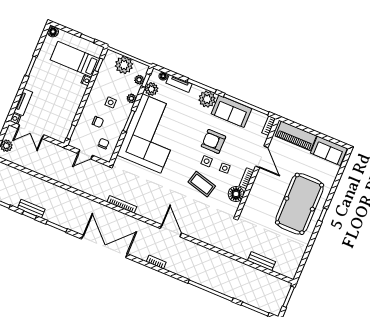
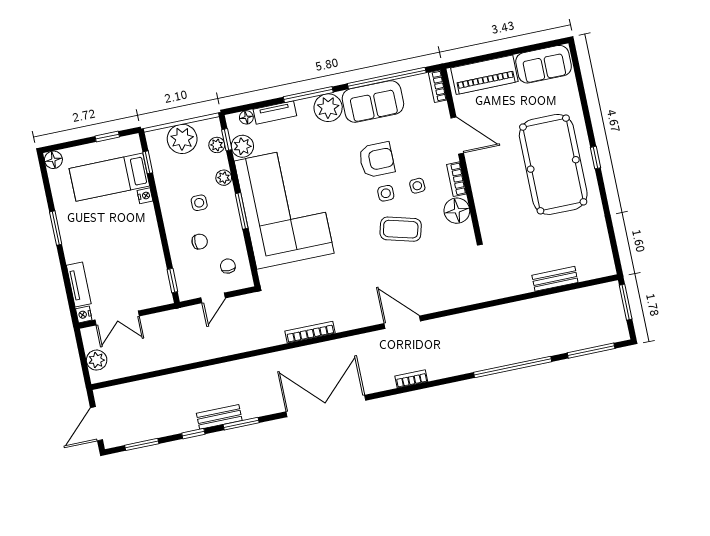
armchair: (213, 141) -> (377, 160), turned 180
bench: (31, 209) -> (219, 417), moved

